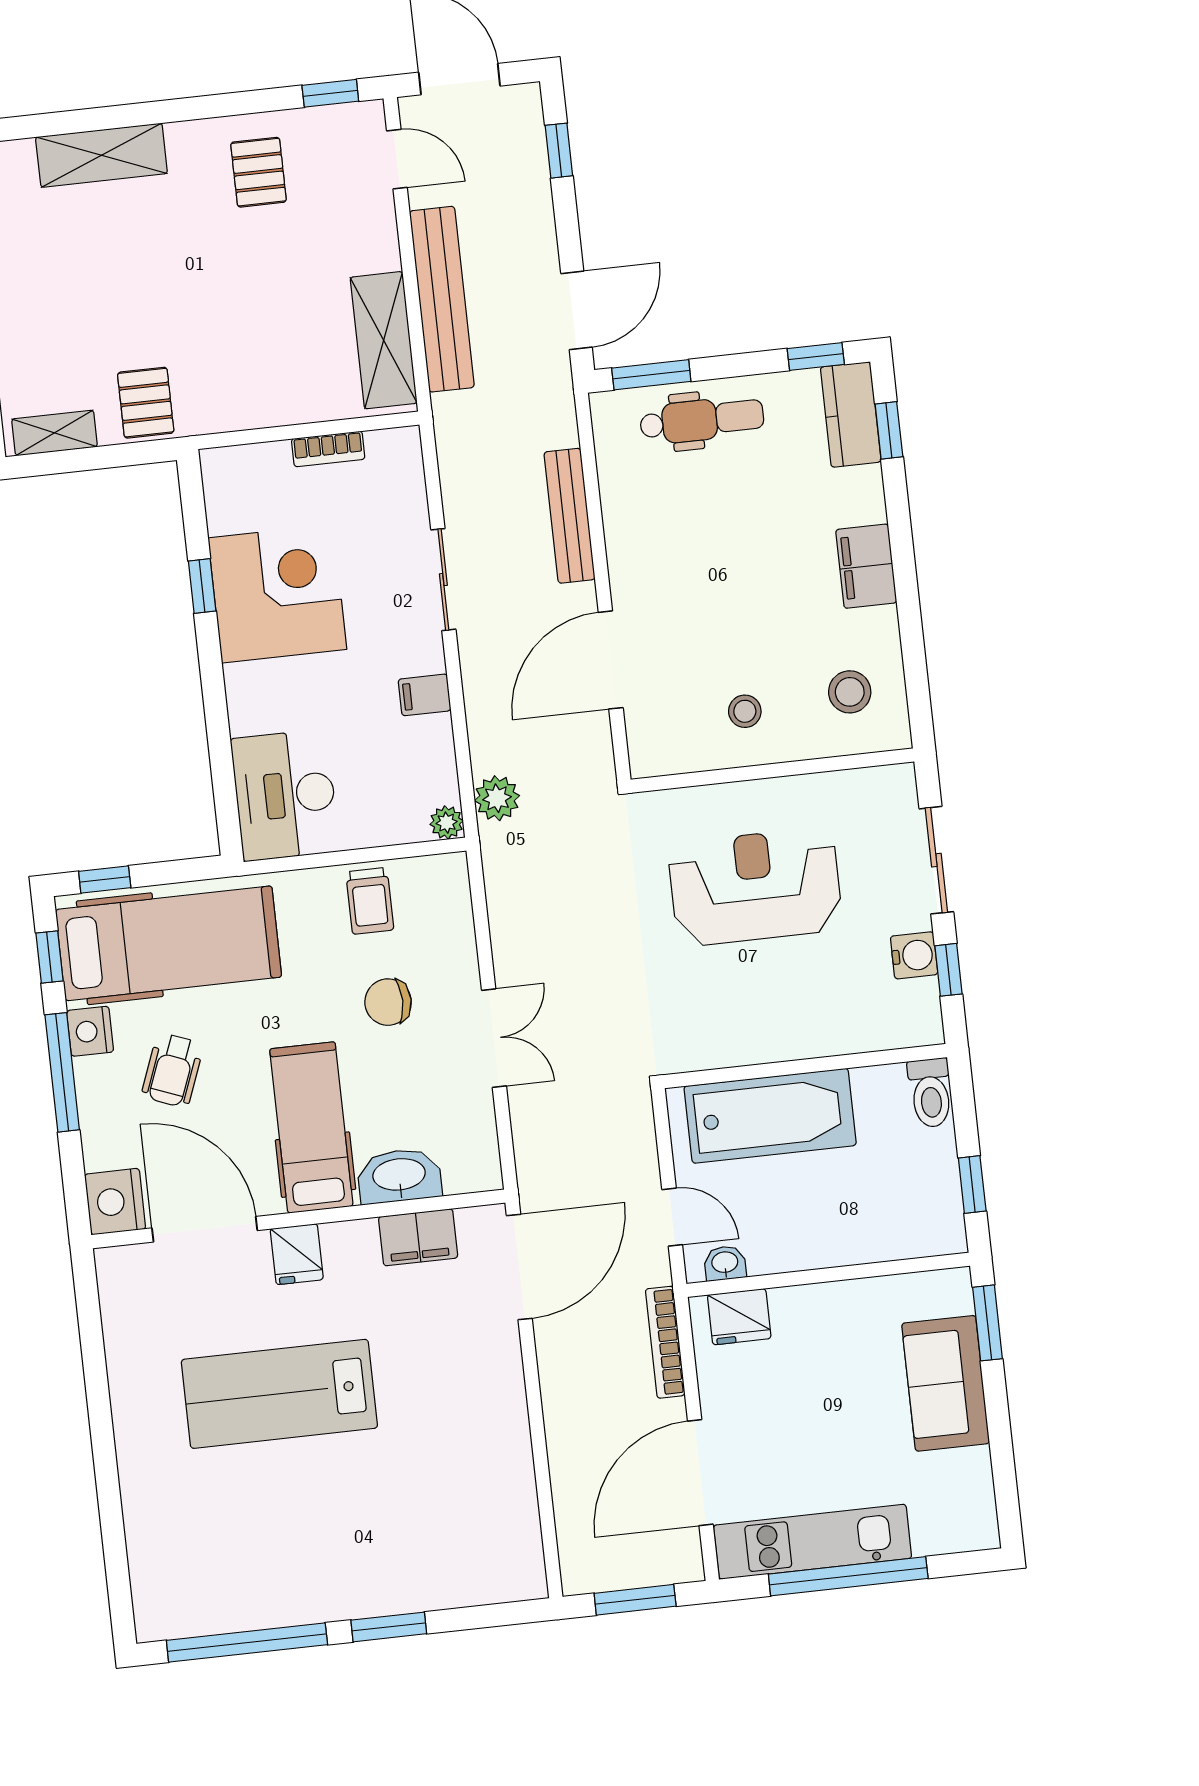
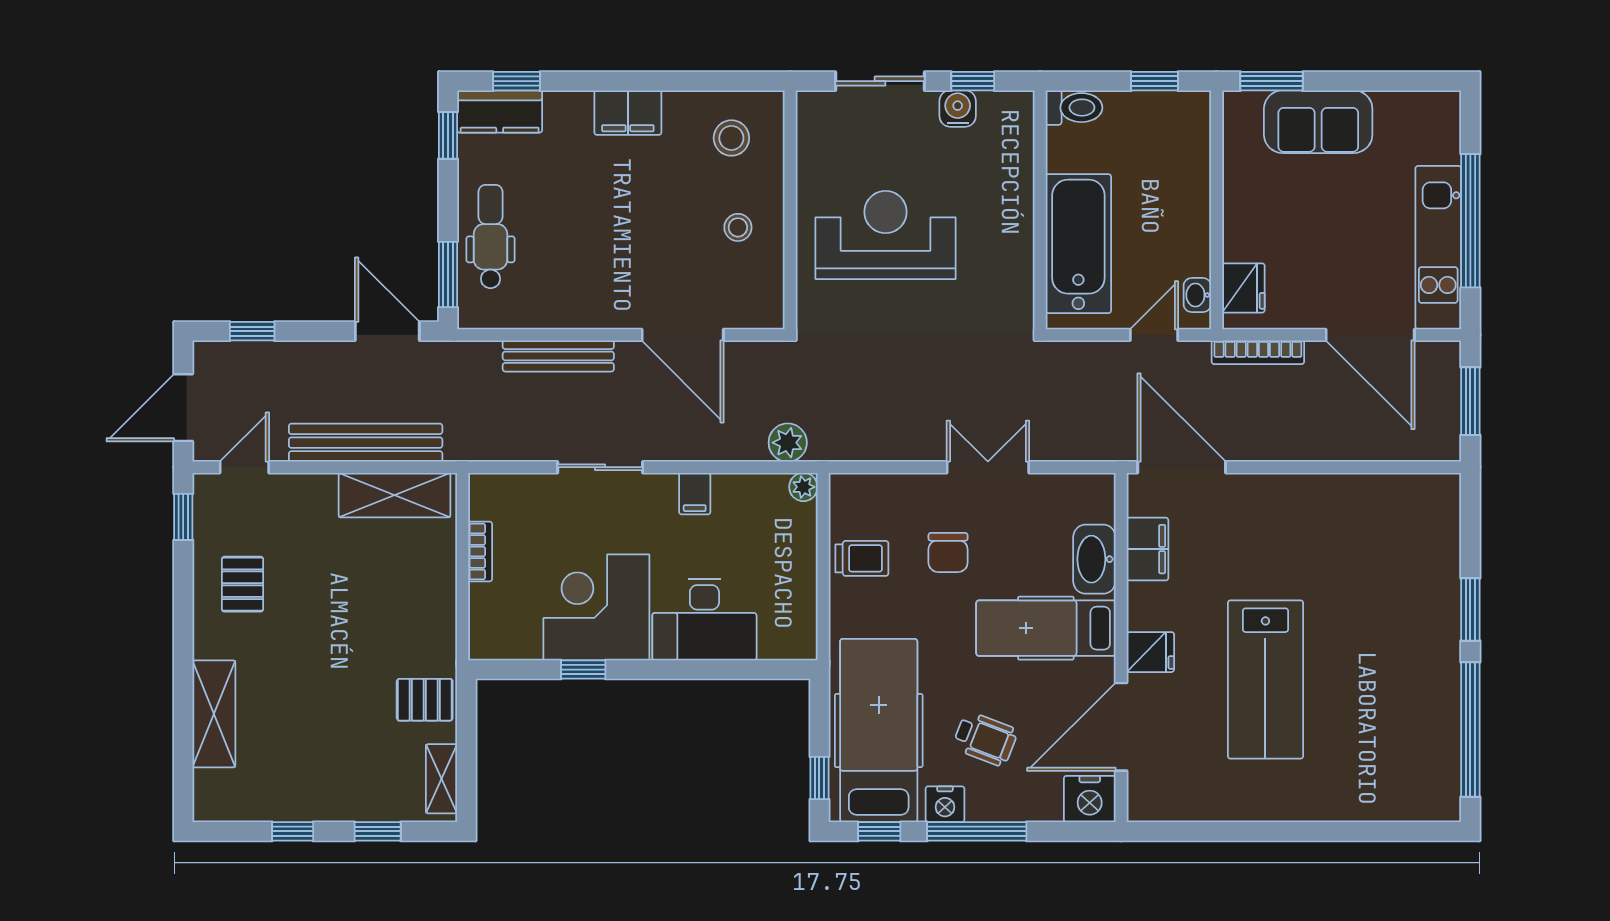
pallet: (259, 172) -> (242, 584), turned 90
desk: (285, 795) -> (704, 619), moved
reception desk: (755, 887) -> (886, 235), turned 90

